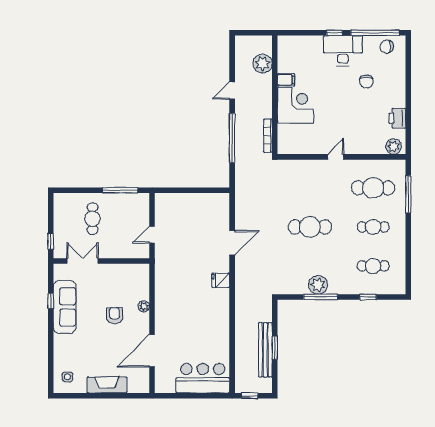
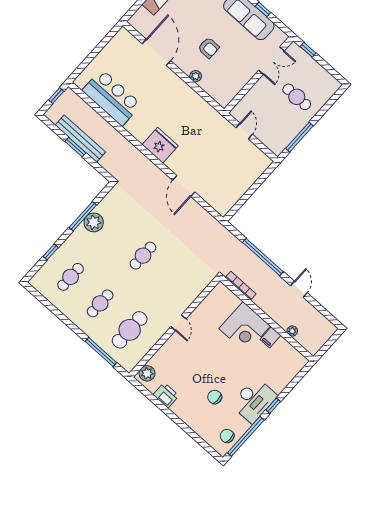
chair: (387, 47) -> (227, 436), turned -90
plant: (263, 63) -> (292, 331), width x0.53, depth x0.53
cafe table: (310, 227) -> (143, 256), width x0.73, depth x0.74
fridge: (221, 280) -> (160, 145), width x1.88, depth x1.34
bar counter: (203, 378) -> (112, 97), moved, turned -90

